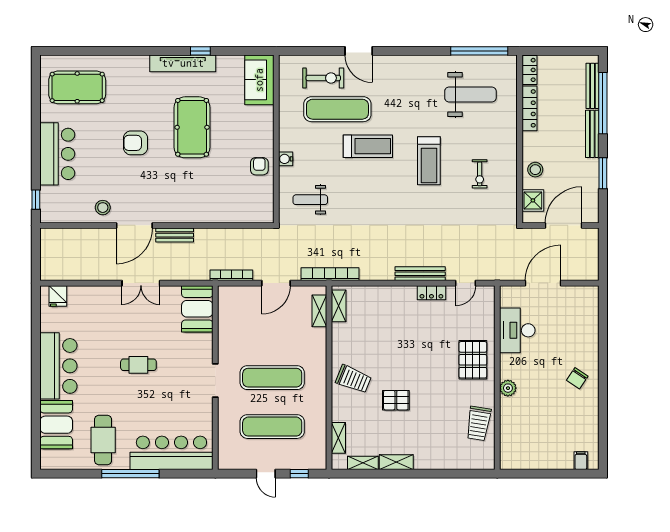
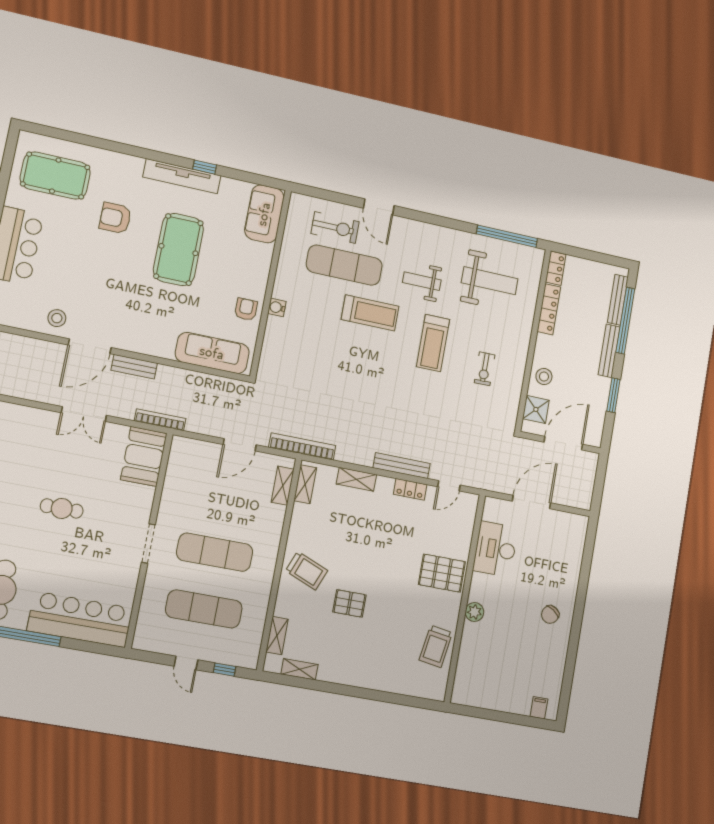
armchair: (136, 143) -> (115, 218), moved
weight bench: (310, 200) -> (422, 281), moved
sofa: (238, 210) -> (212, 353), added
bookcase: (231, 275) -> (160, 420), moved
pallet: (473, 360) -> (442, 573), turned 90
shelving: (396, 462) -> (356, 479), moved

